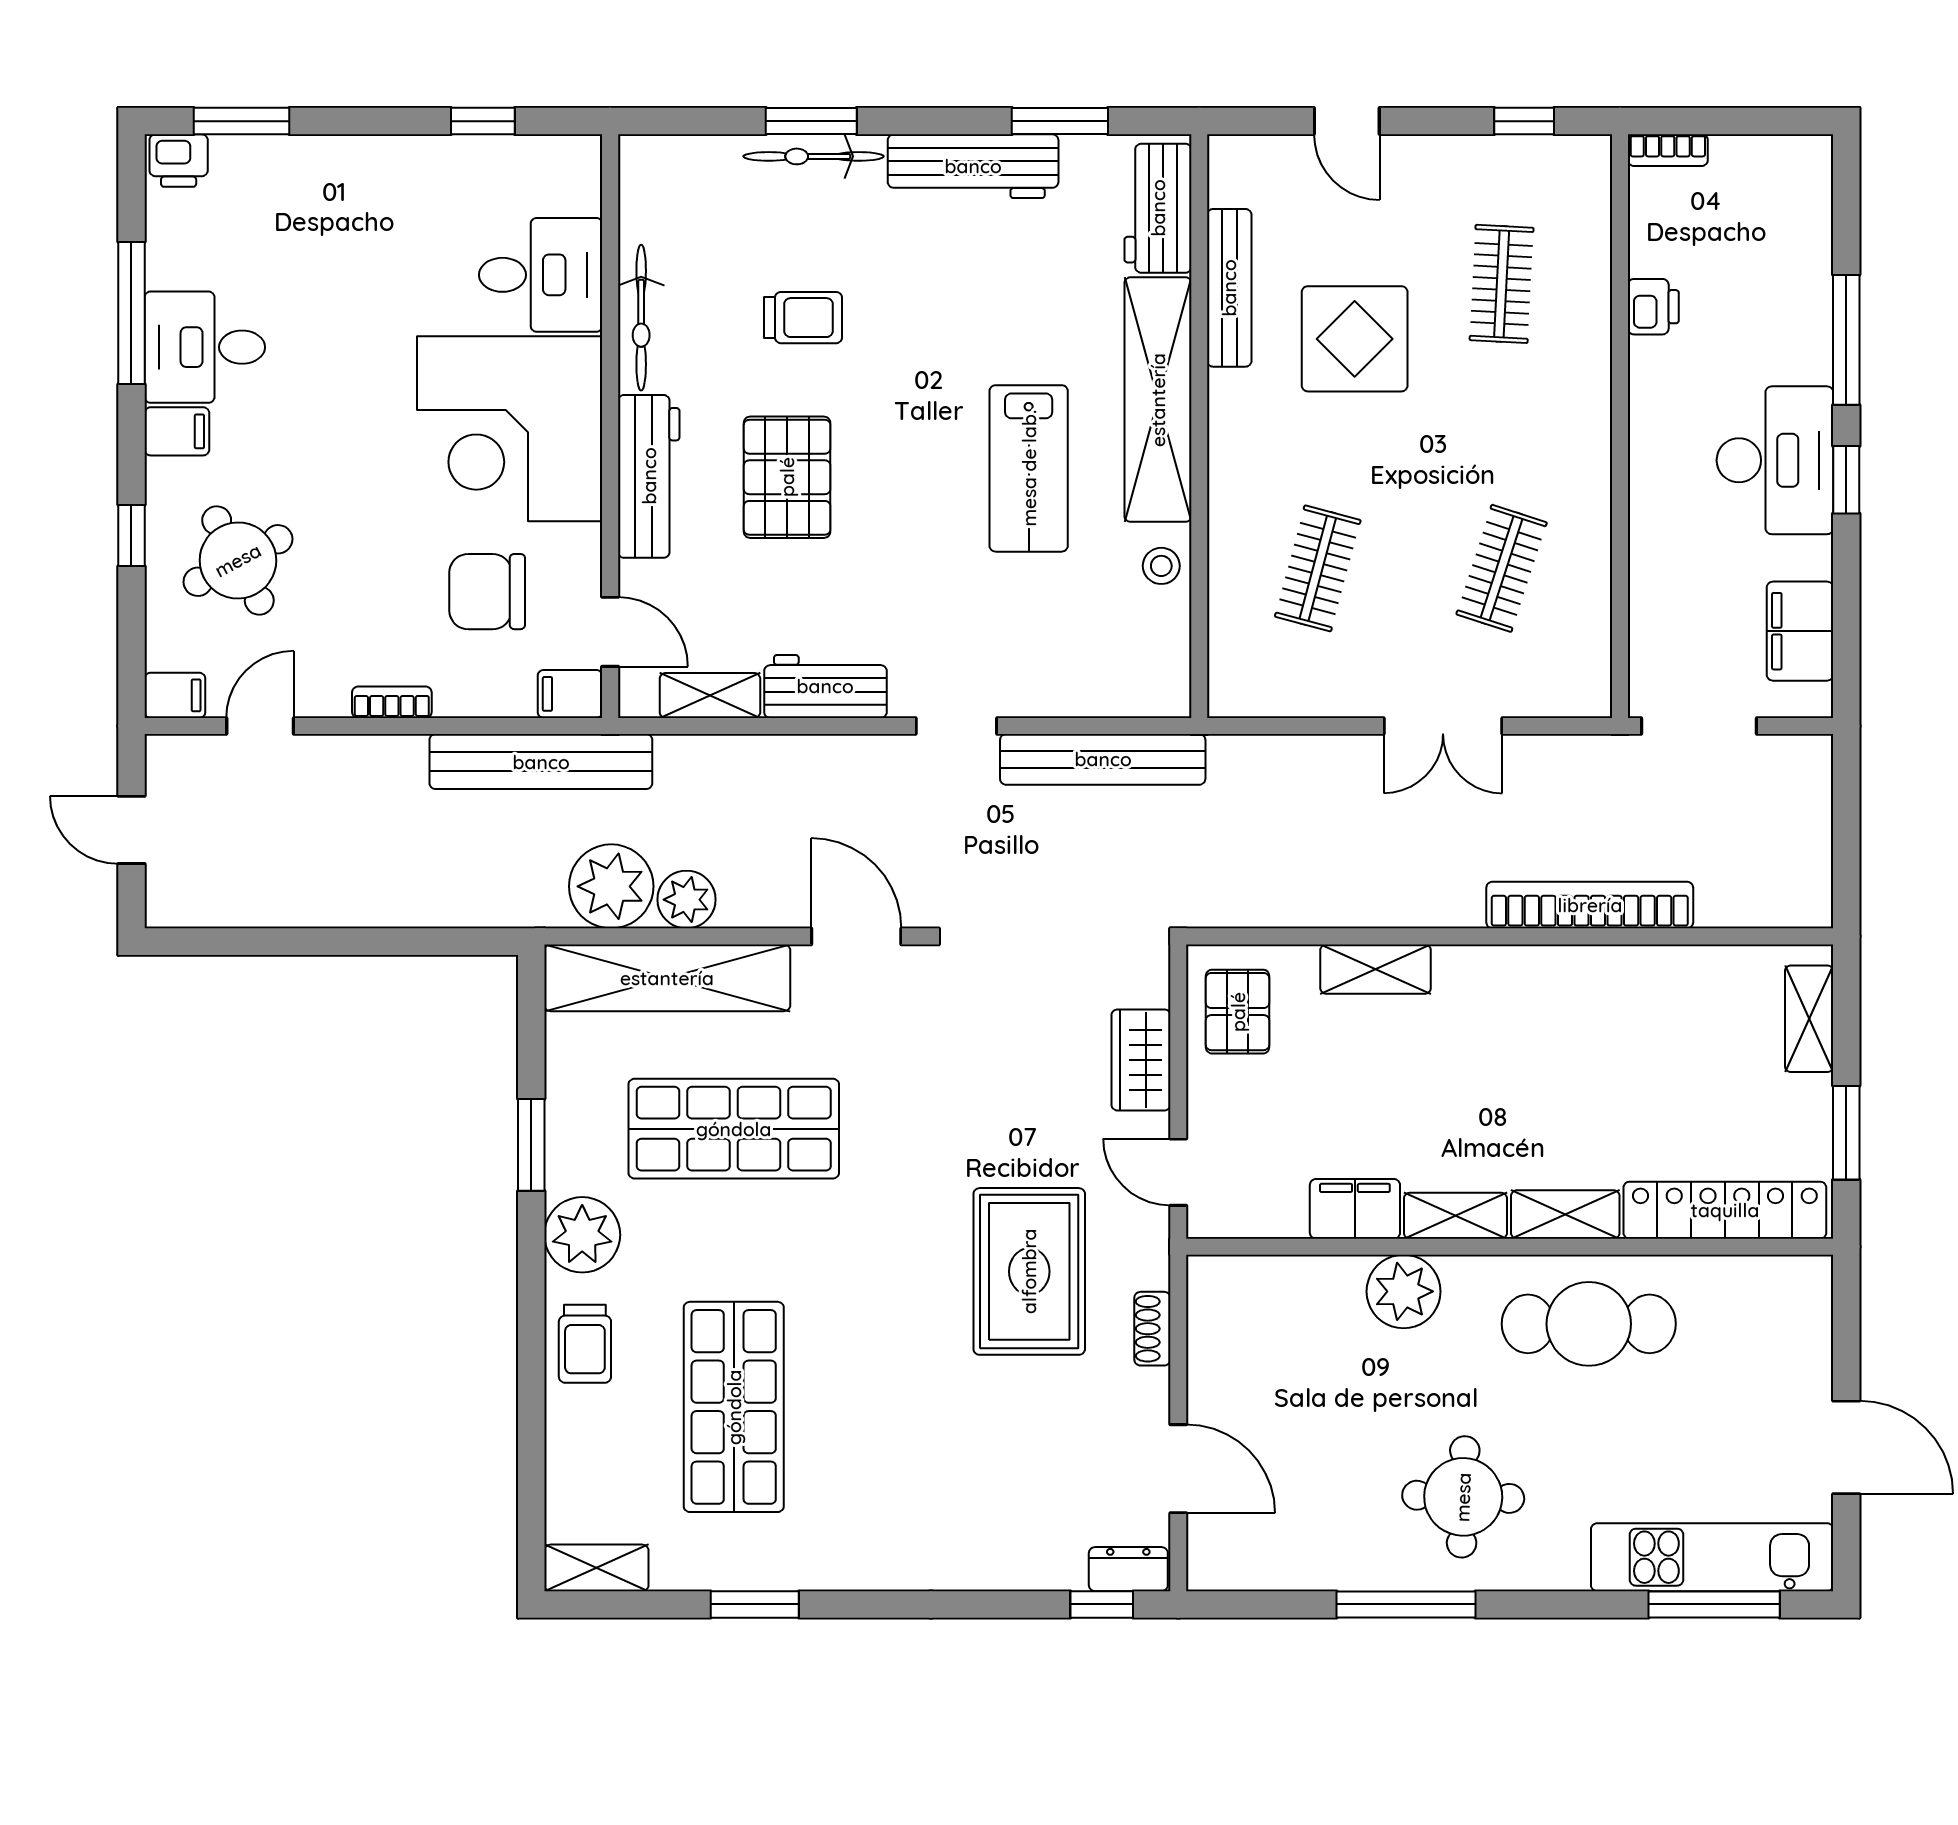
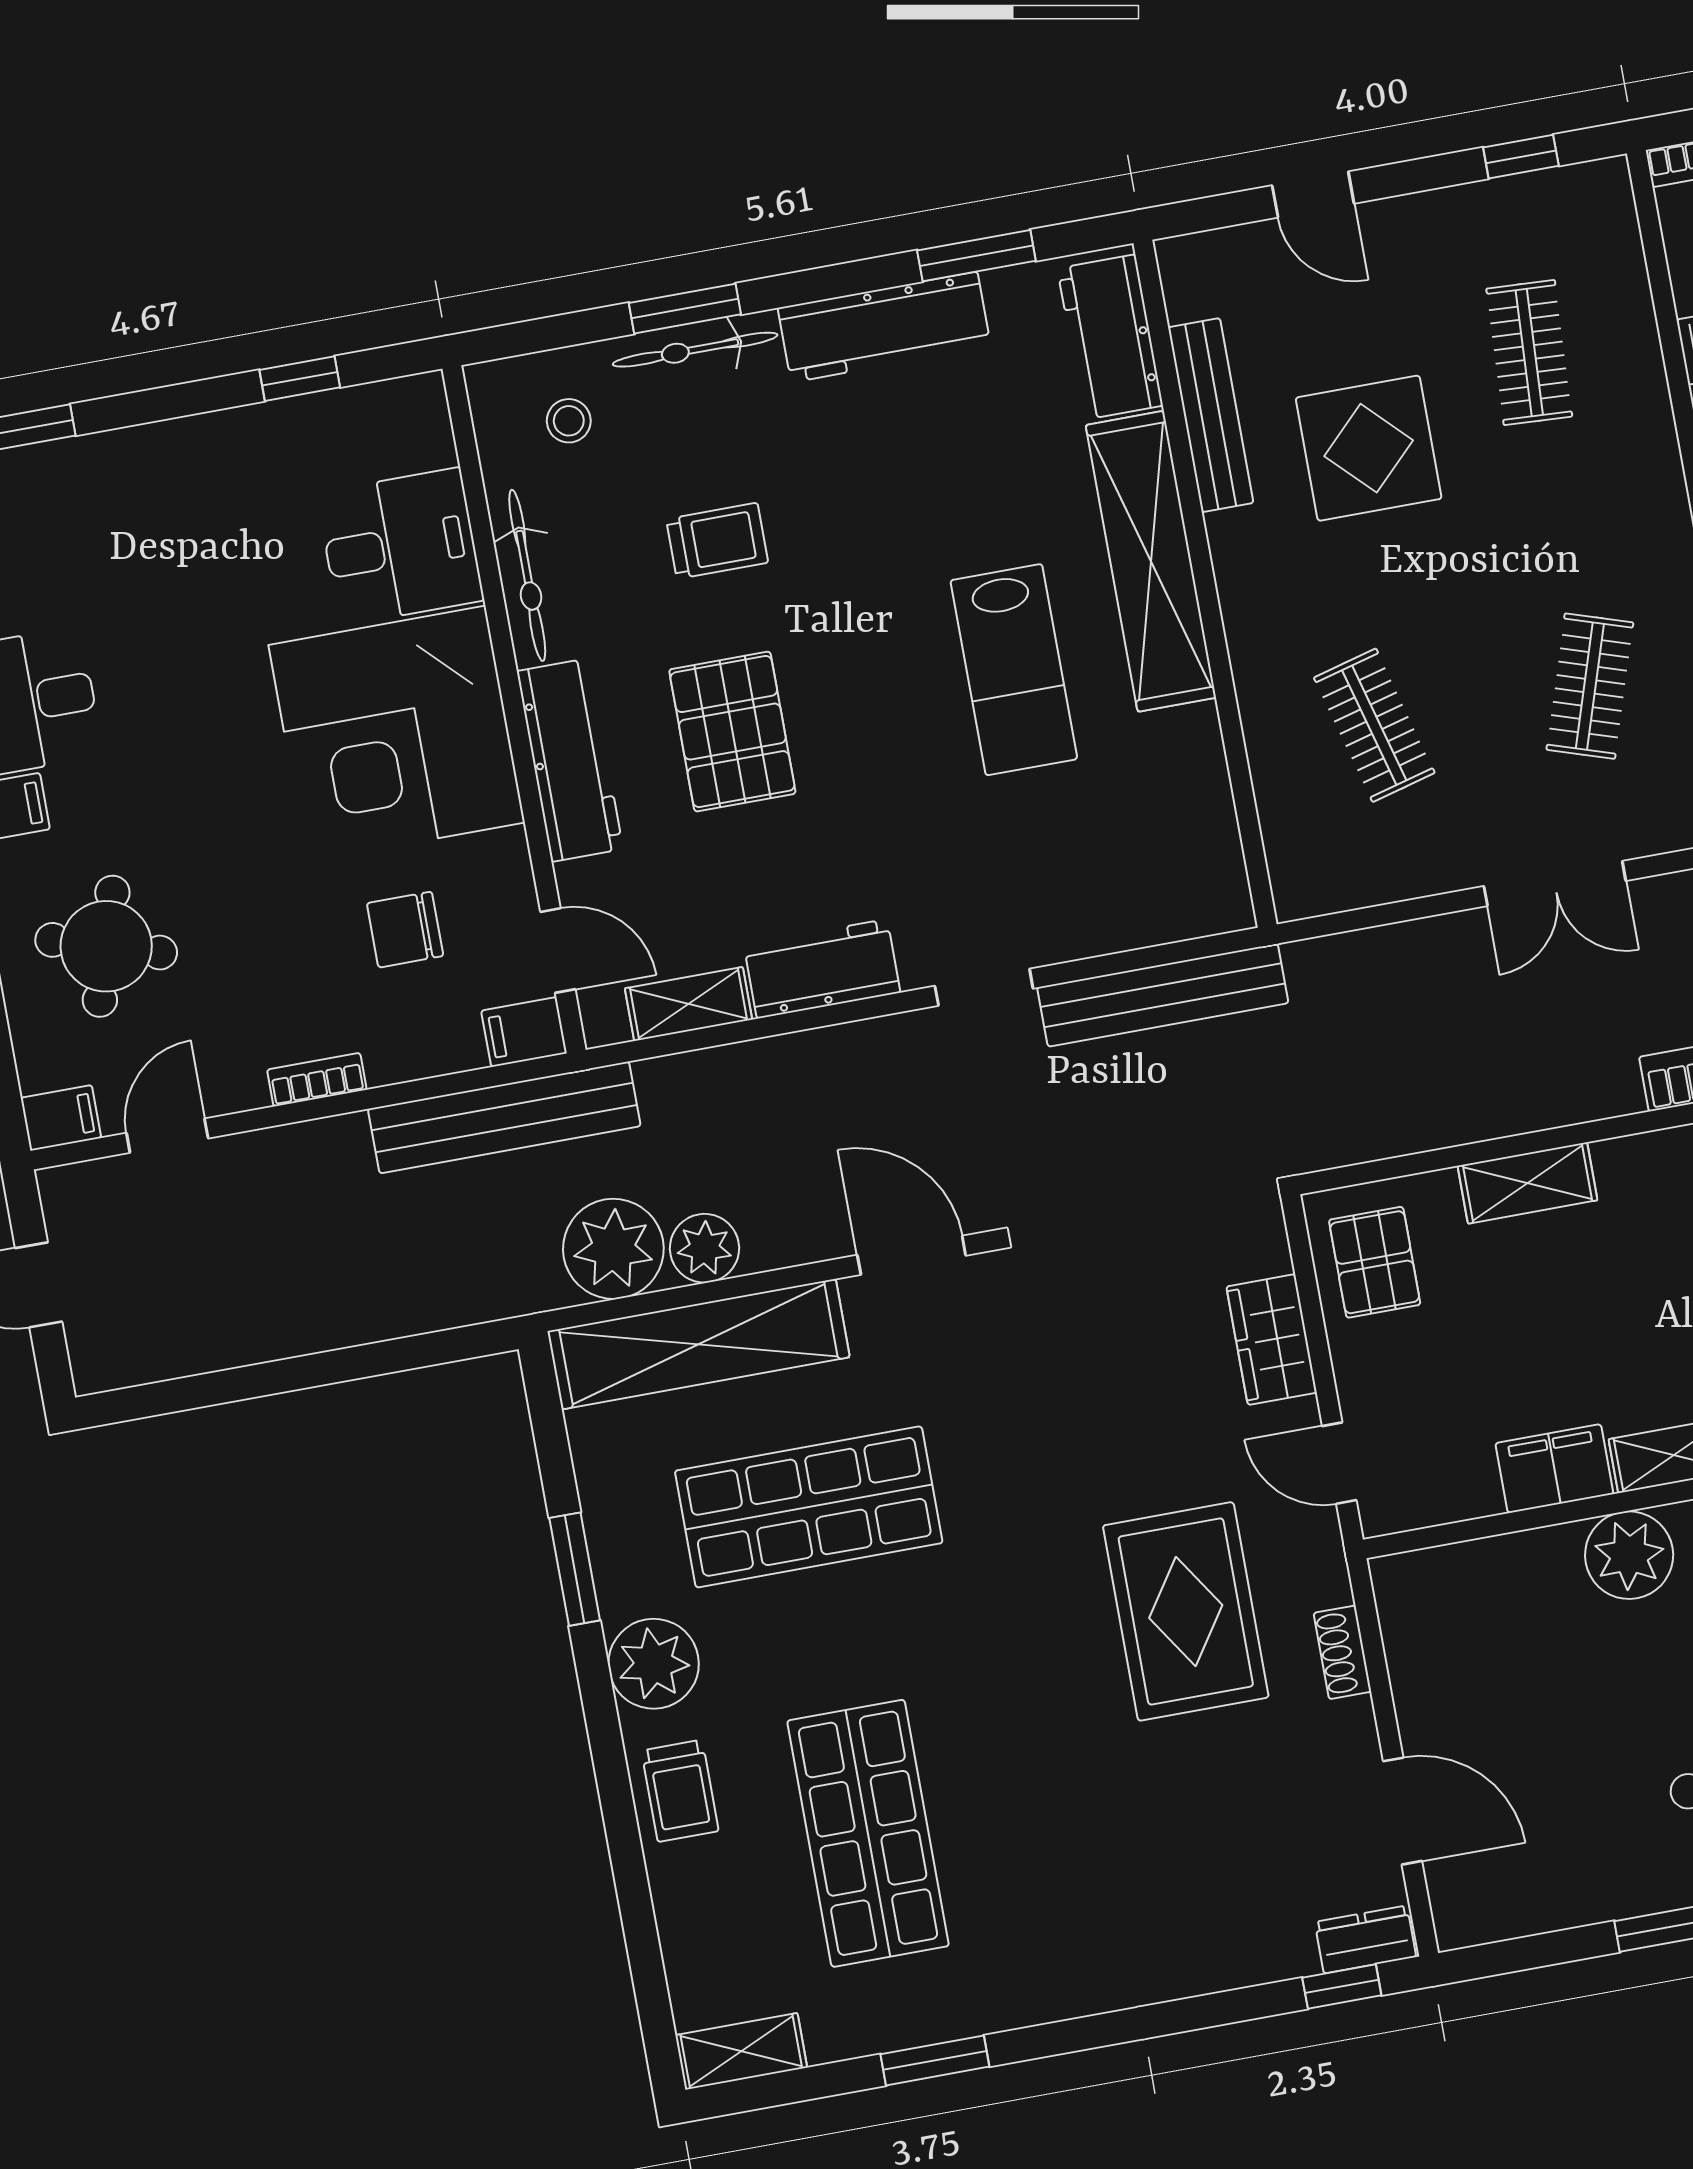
round table: (238, 560) -> (106, 946), turned 45
stool: (1161, 566) -> (569, 421), moved
clothes rail: (1318, 568) -> (1374, 725), turned -30
chair: (487, 592) -> (405, 930), width x0.73, depth x0.73

